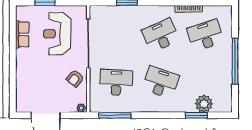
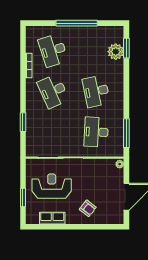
reception desk: (57, 34) -> (52, 186), turned 180
armchair: (75, 78) -> (88, 208), moved
desk: (161, 82) -> (96, 91), turned -30
window: (196, 115) -> (126, 48), moved

